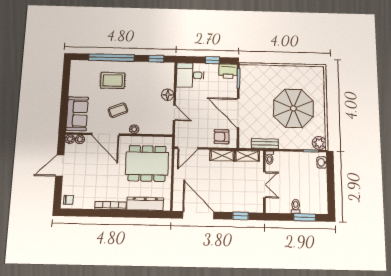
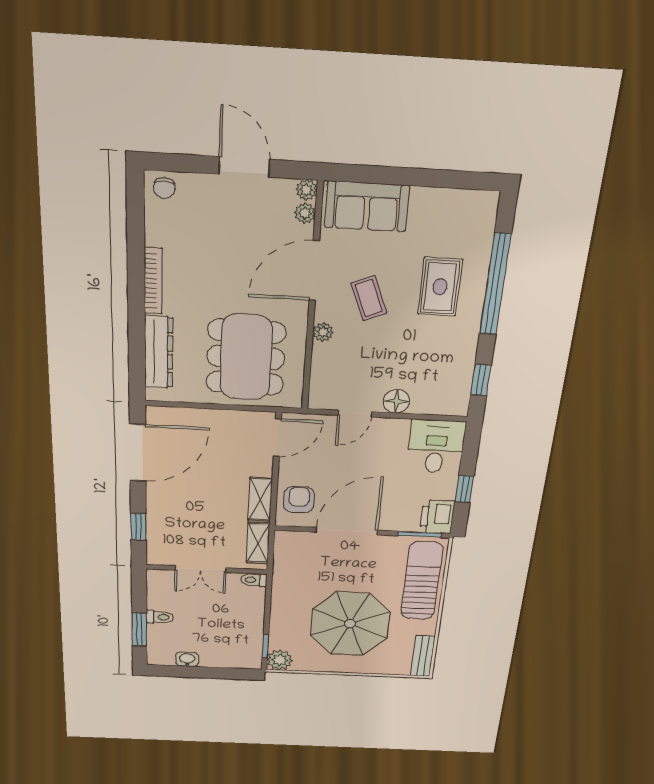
sun lounger: (265, 75) -> (422, 581), added
bench: (265, 144) -> (423, 656), moved
door: (188, 148) -> (277, 438), swing flipped
washbasin: (322, 162) -> (187, 659), moved

